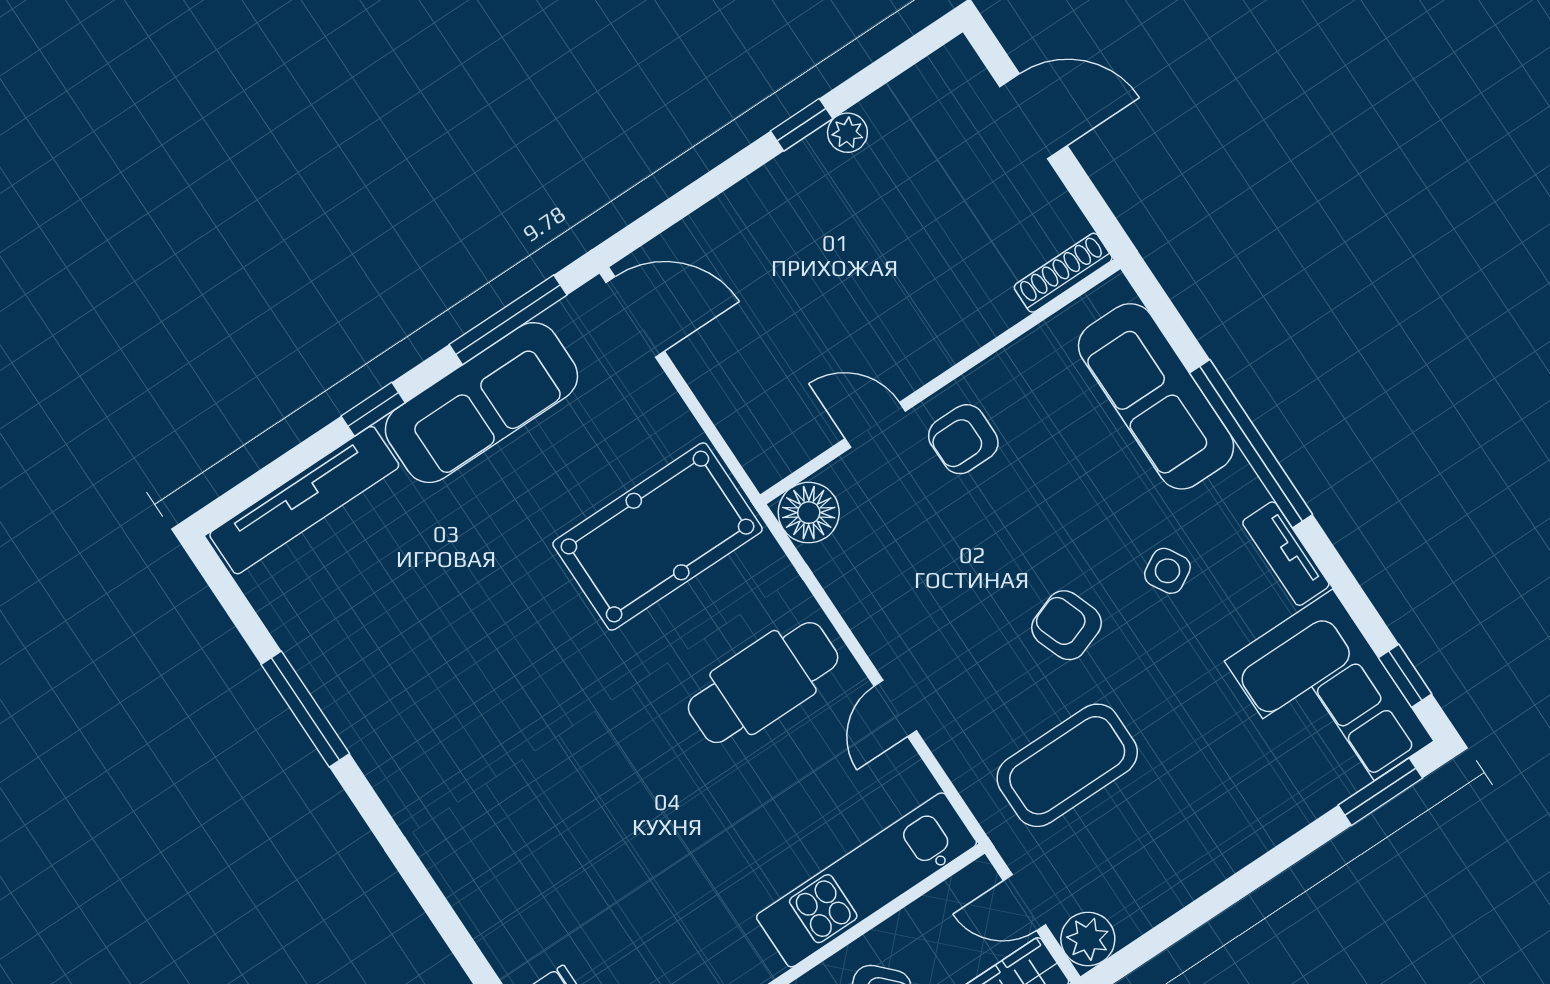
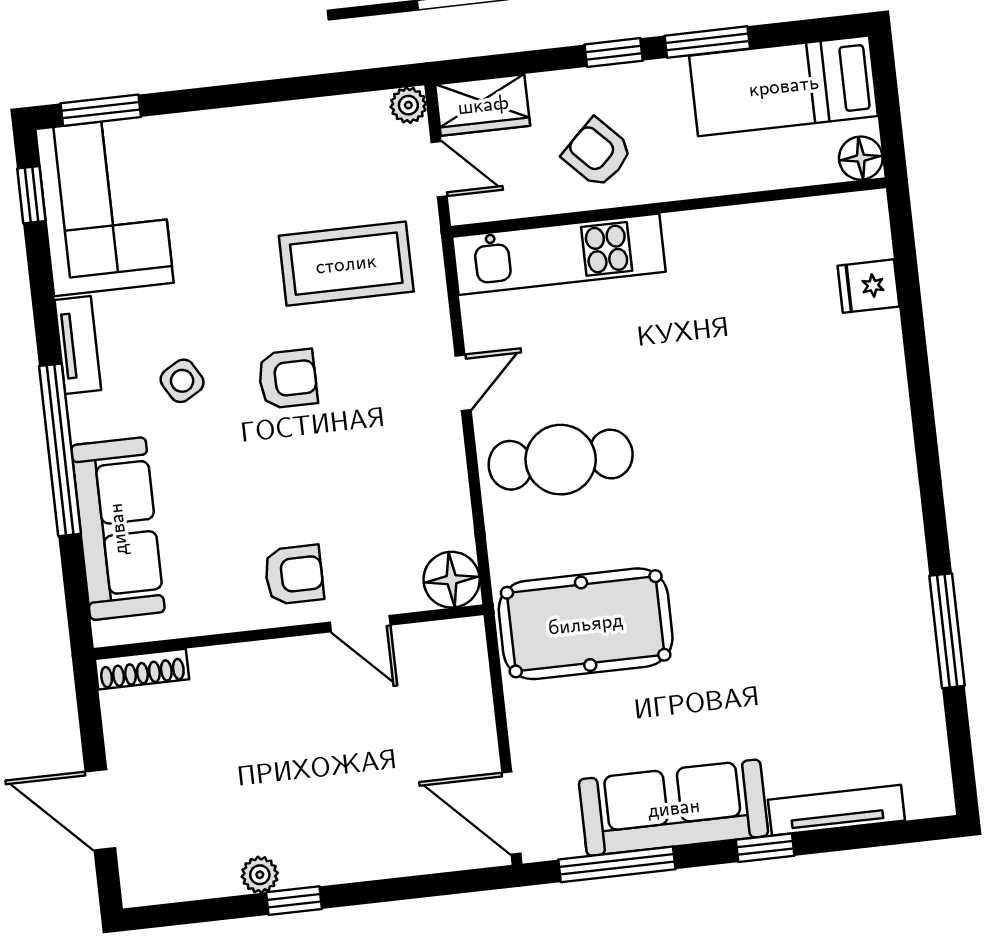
tv unit: (304, 500) -> (836, 810), width x0.73, depth x0.78
armchair: (1066, 625) -> (288, 379), turned -70
plant: (1088, 939) -> (408, 105), width x0.73, depth x0.73

